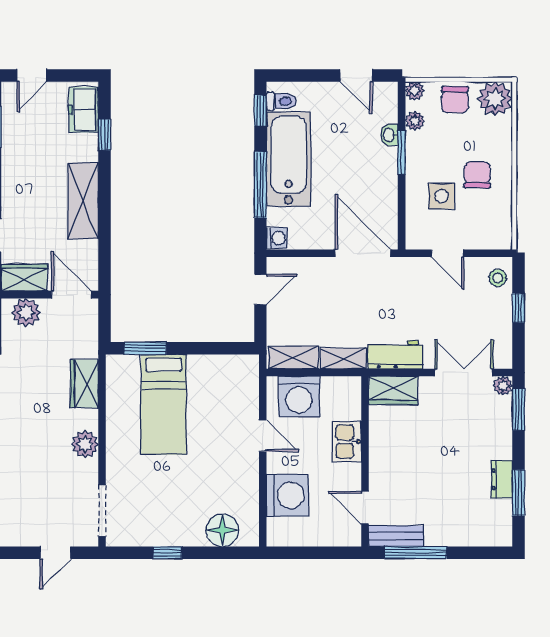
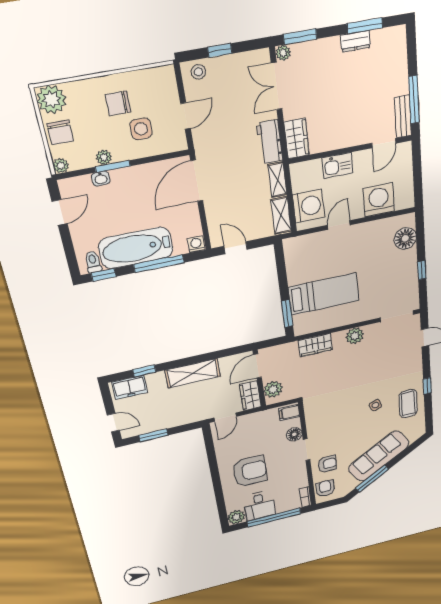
chair: (455, 100) -> (60, 132), turned 90
plant: (415, 121) -> (104, 157), moved

